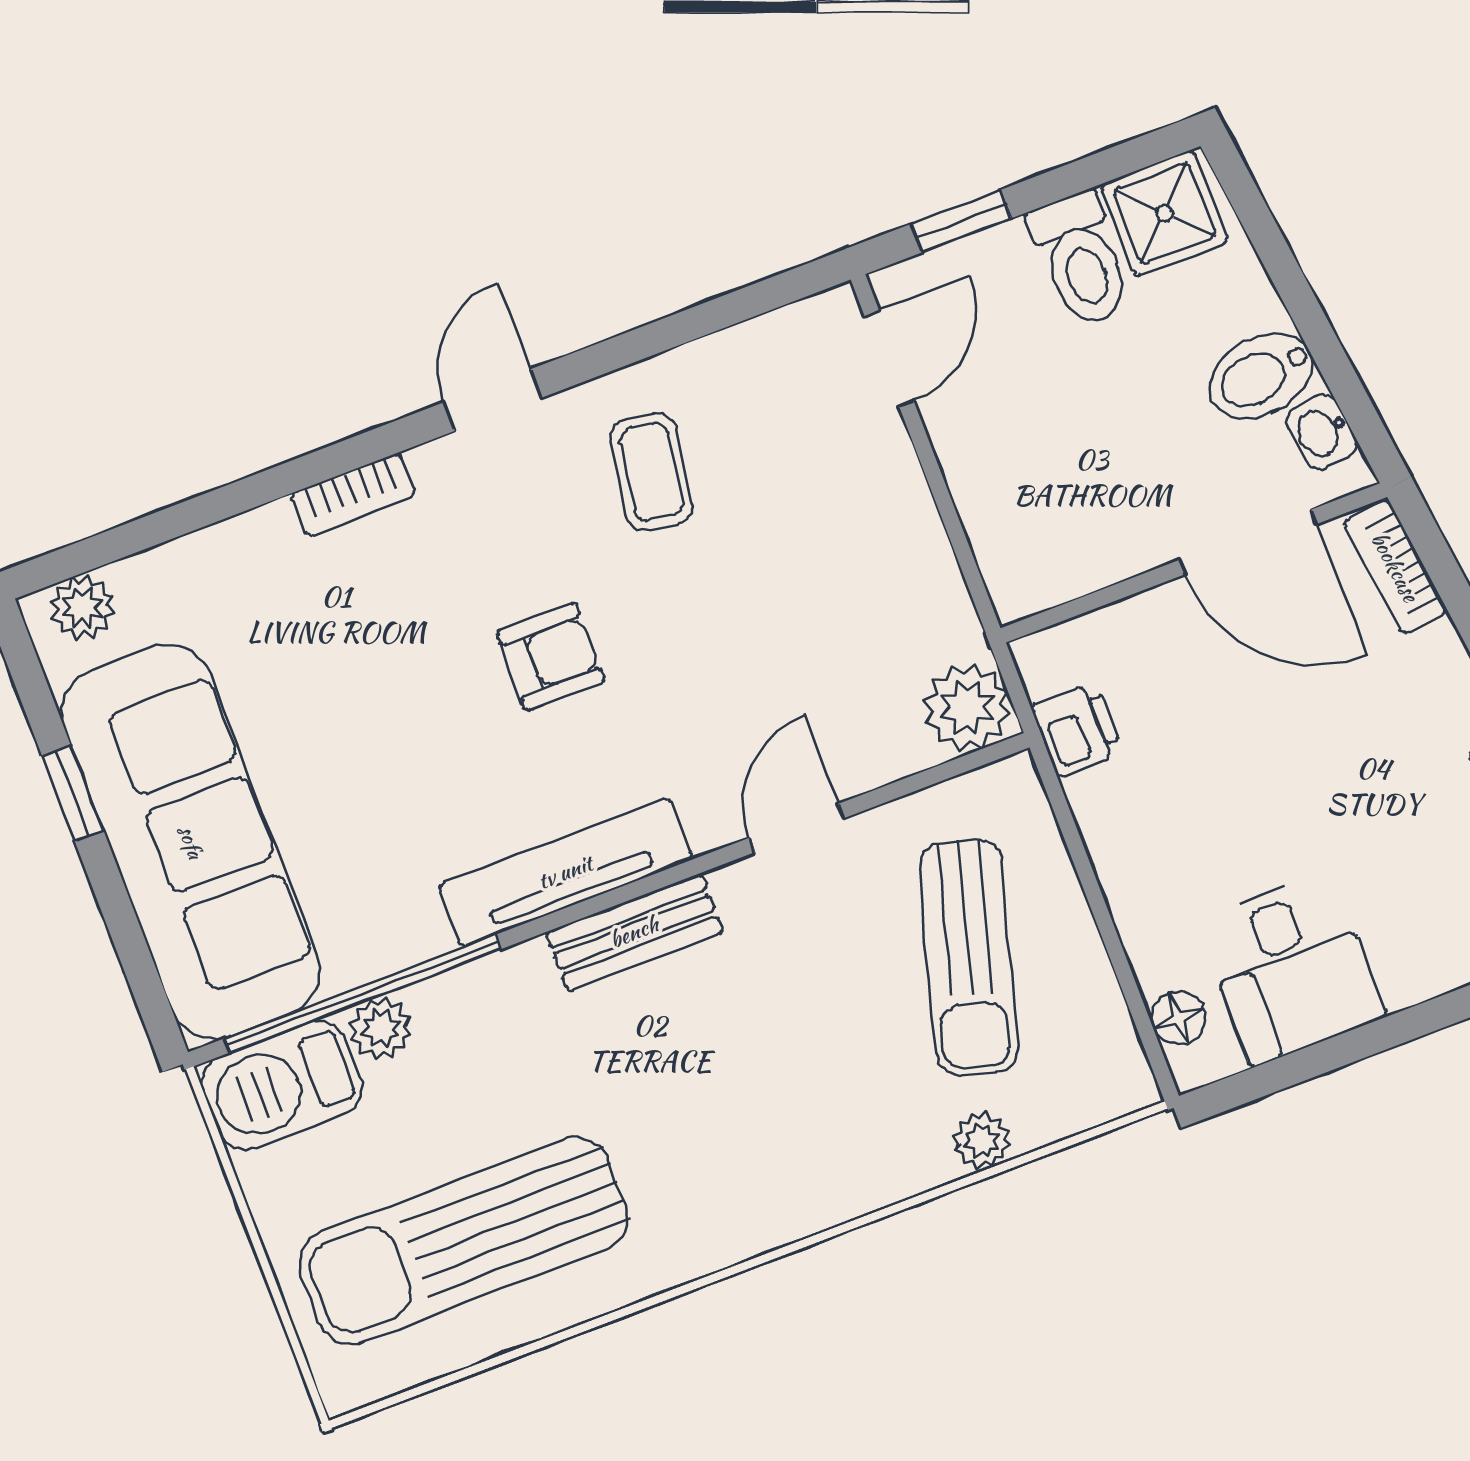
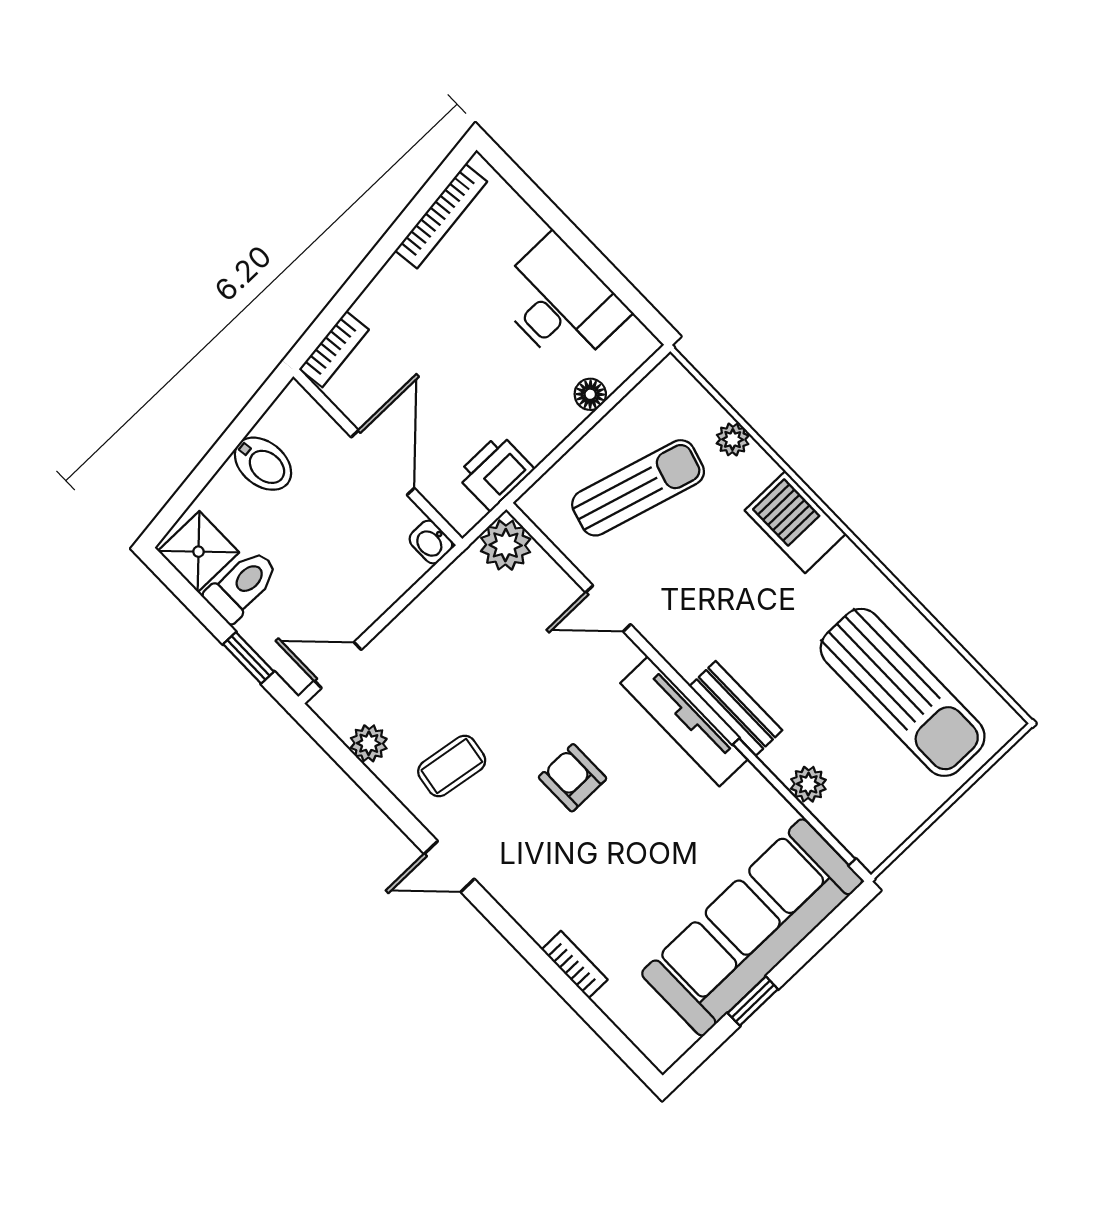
washbasin: (1321, 432) -> (431, 542), moved, turned 97
bookcase: (353, 495) -> (575, 965), moved
door: (1248, 542) -> (383, 463), moved
plant: (82, 608) -> (369, 743), moved
printer: (1077, 730) -> (495, 472), width x1.36, depth x1.24
bench: (634, 932) -> (736, 708), moved
desk: (1291, 969) -> (560, 303), width x1.37
floor lamp: (1178, 1018) -> (590, 394), moved
barbecue: (282, 1086) -> (795, 522), moved, turned 180

